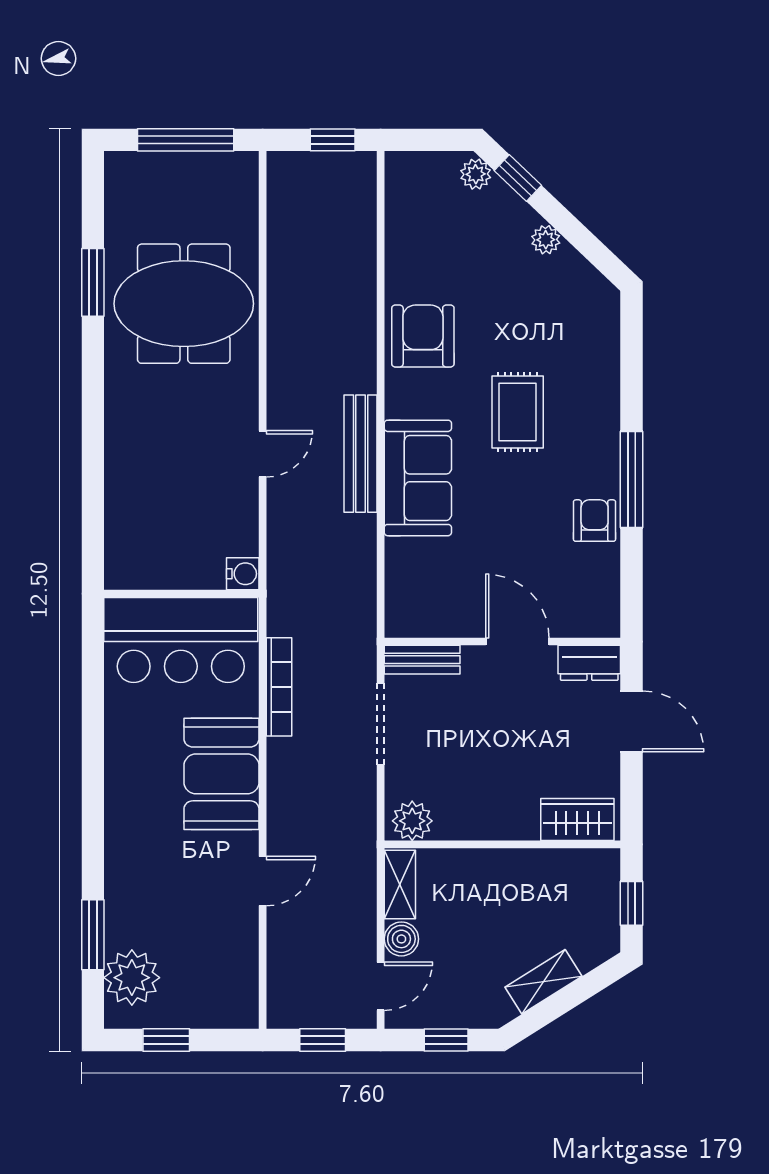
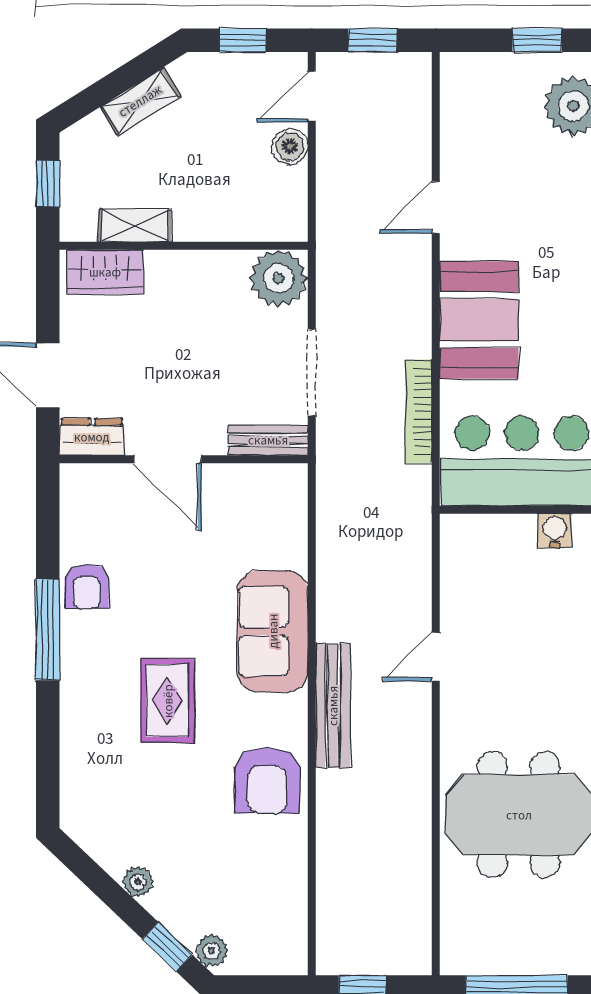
bench: (361, 454) -> (333, 706), moved
water cooler: (243, 574) -> (555, 531), moved, turned 90
plant: (412, 821) -> (278, 278), width x1.36, depth x1.36
shelving: (400, 885) -> (135, 226), moved, turned 90

